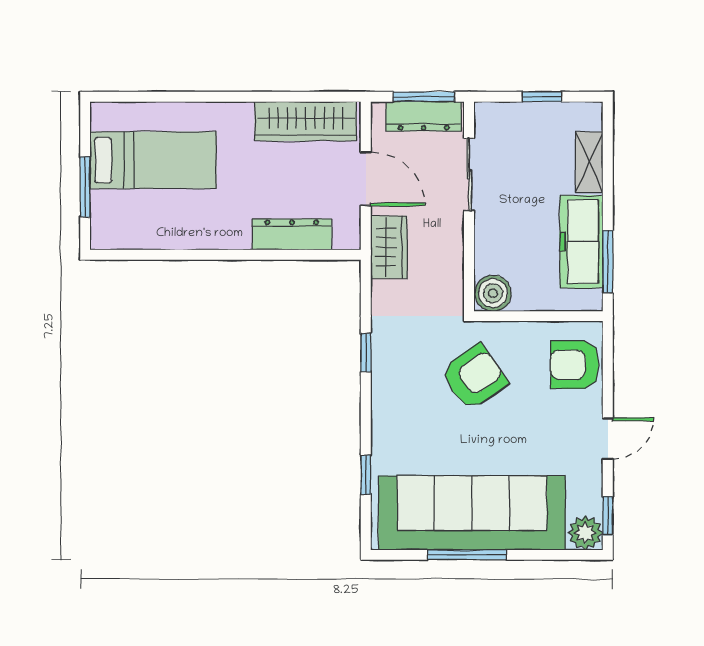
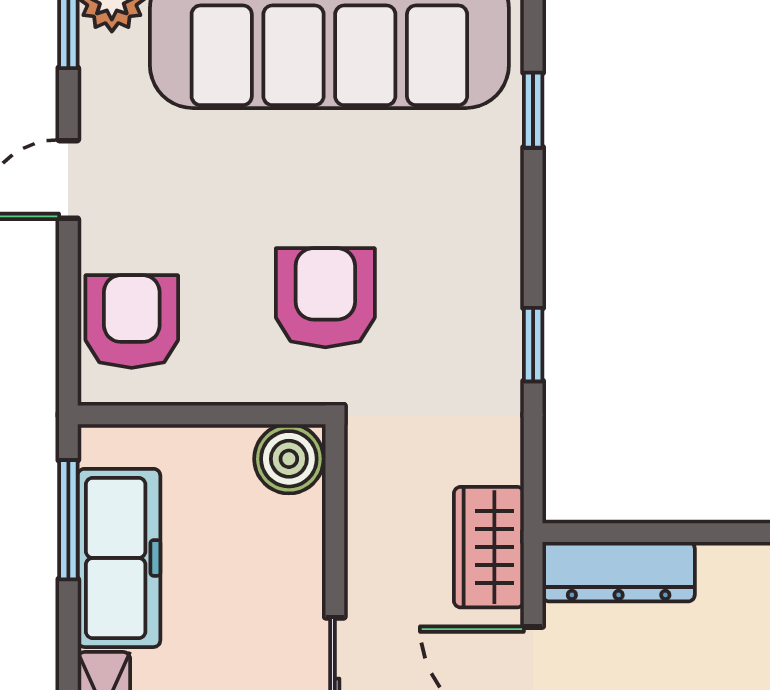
dresser: (292, 234) -> (619, 572), moved
armchair: (575, 365) -> (132, 322), turned -90
armchair: (474, 377) -> (325, 298), turned 125

